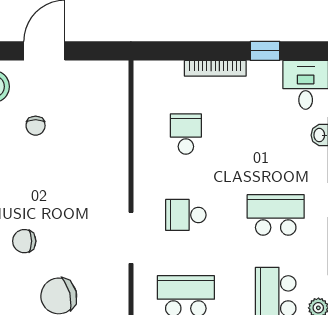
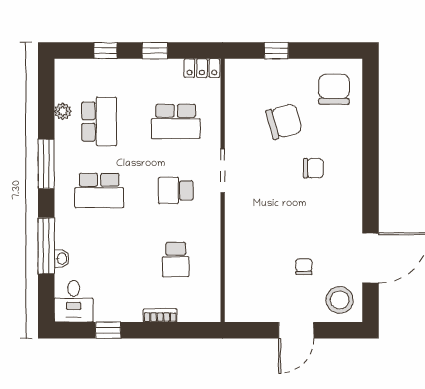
bookcase: (215, 68) -> (160, 315), width x0.64
school desk: (186, 215) -> (176, 190), turned 180

